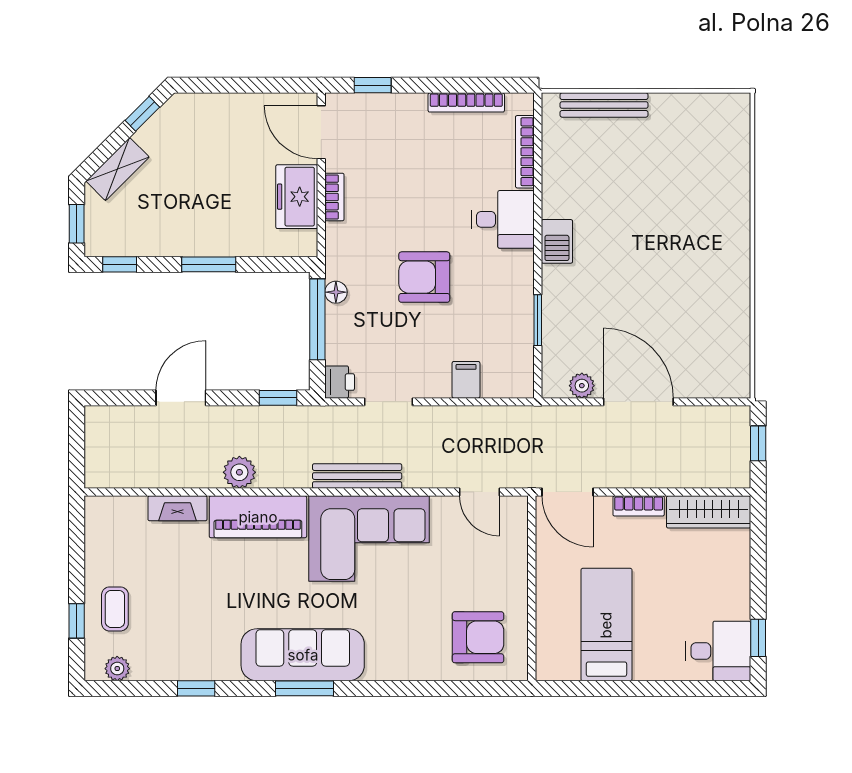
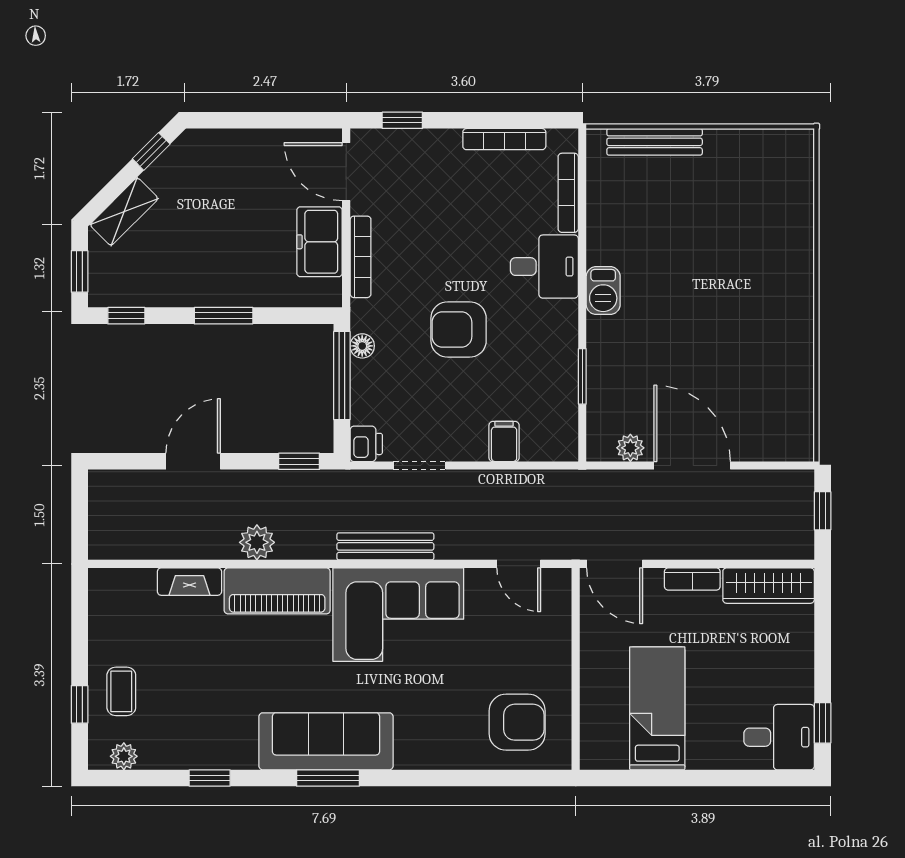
bookcase: (334, 197) -> (361, 257), width x1.56

